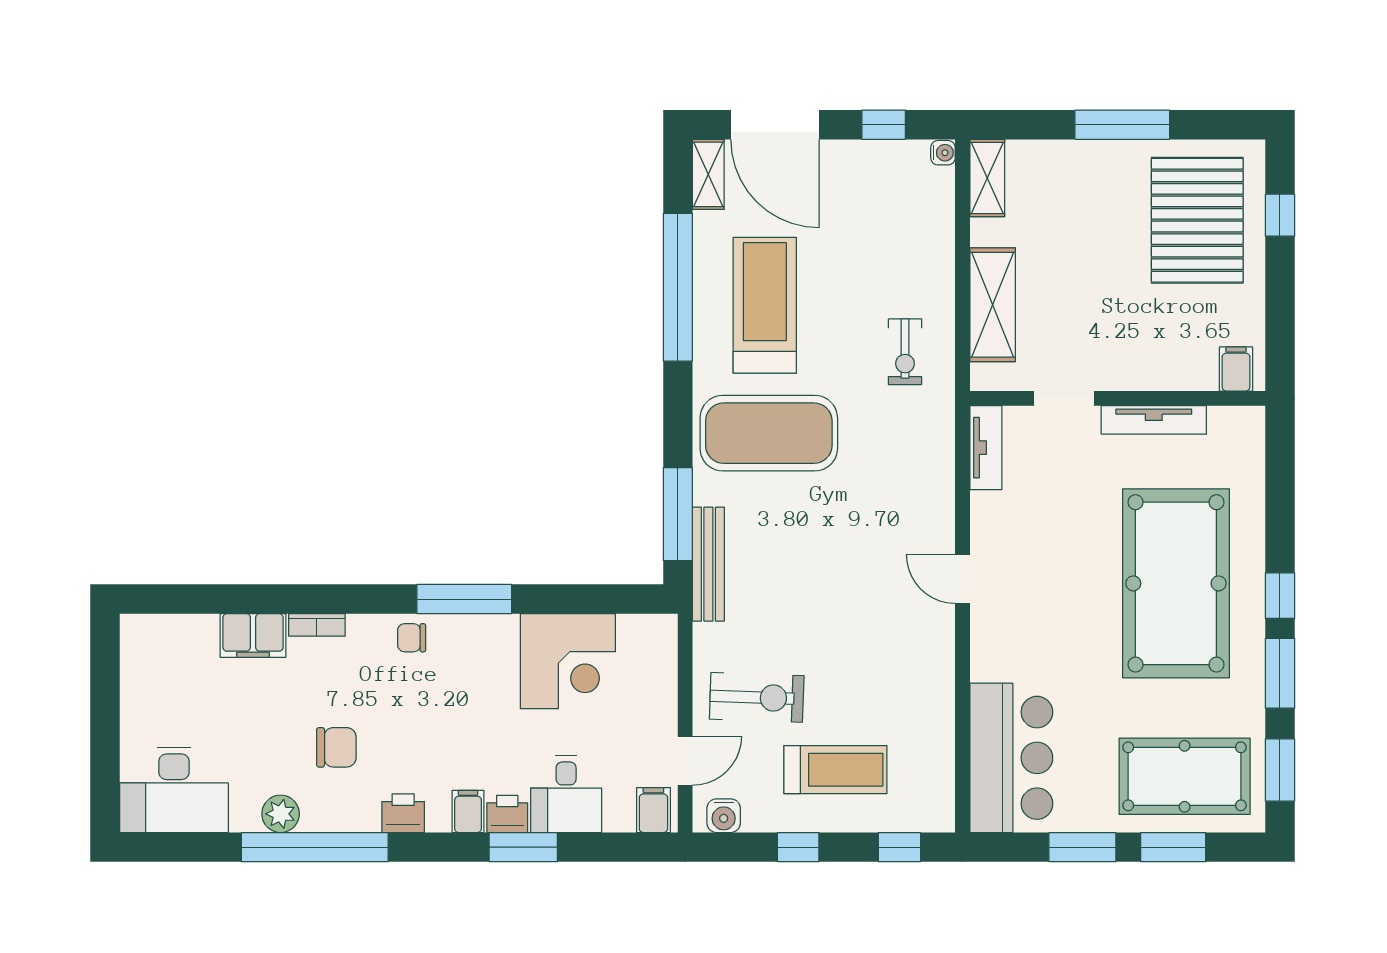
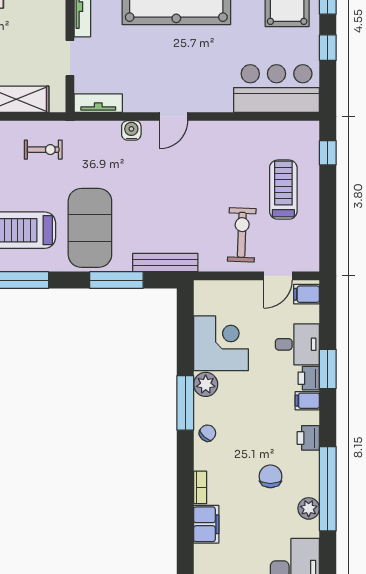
window: (678, 514) -> (116, 280), moved
plant: (496, 635) -> (206, 384), added
chair: (412, 638) -> (208, 433), turned -138
door: (685, 761) -> (278, 276), swing flipped
water cooler: (724, 816) -> (131, 130), moved, turned -90
window: (798, 847) -> (328, 211), removed
window: (1082, 847) -> (328, 48), width x0.67

